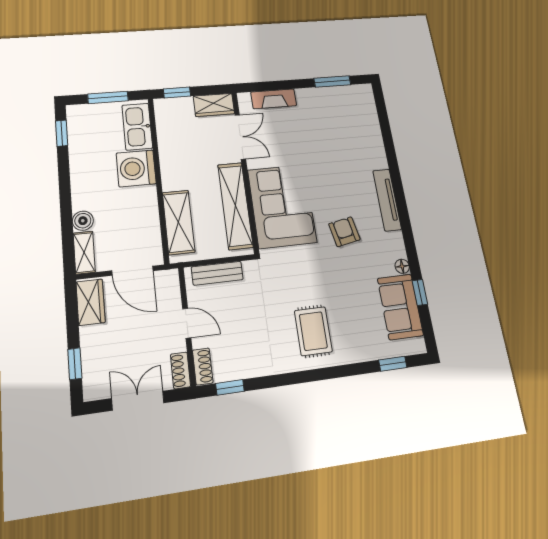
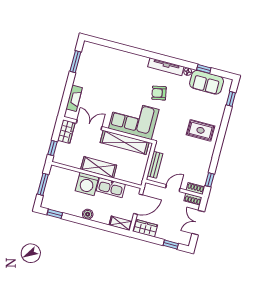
kitchen sink: (137, 127) -> (111, 188), moved
tv unit: (387, 200) -> (166, 67), moved
boiler: (83, 221) -> (88, 214), moved
shelving: (178, 222) -> (99, 167), moved

